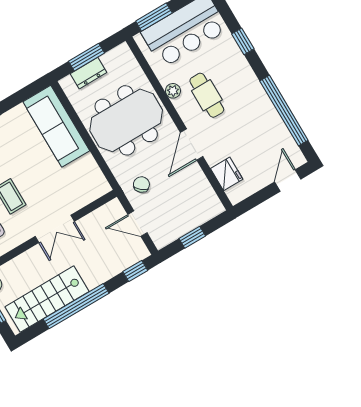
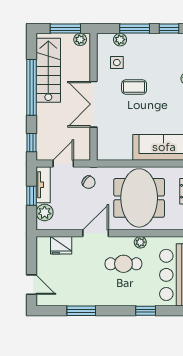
window: (284, 111) -> (81, 311), width x0.47
door: (192, 145) -> (96, 233), hinge flipped
plant: (202, 212) -> (45, 212), added
double door: (55, 229) -> (94, 104), width x1.37
tv unit: (173, 232) -> (43, 185), added

